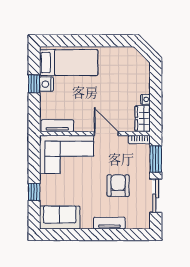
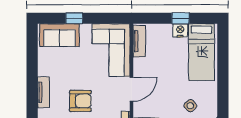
side table: (123, 74) -> (190, 106), added
sofa: (60, 218) -> (59, 35), moved, turned 90

